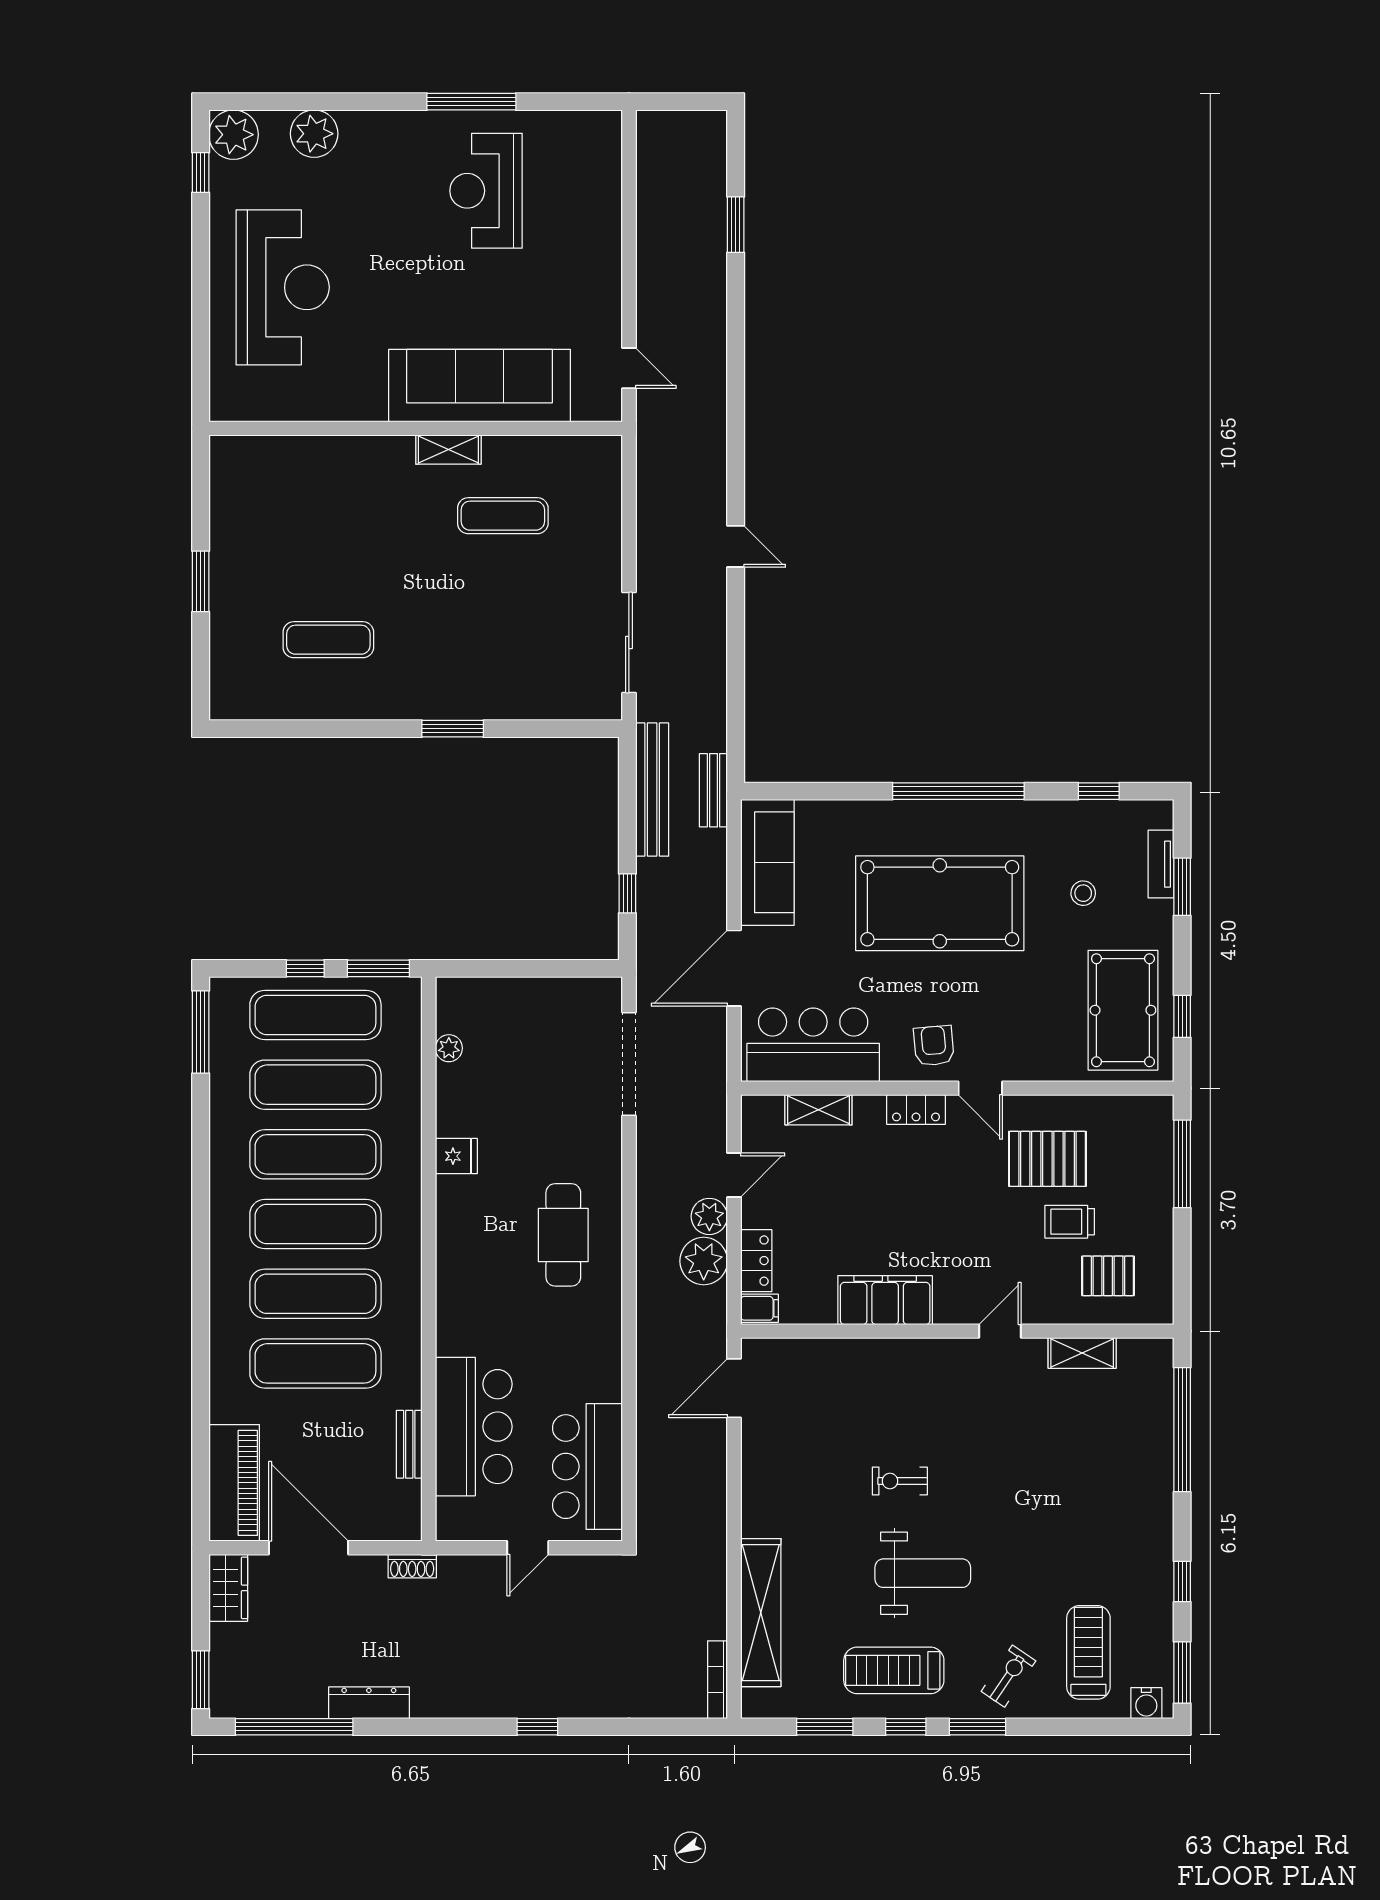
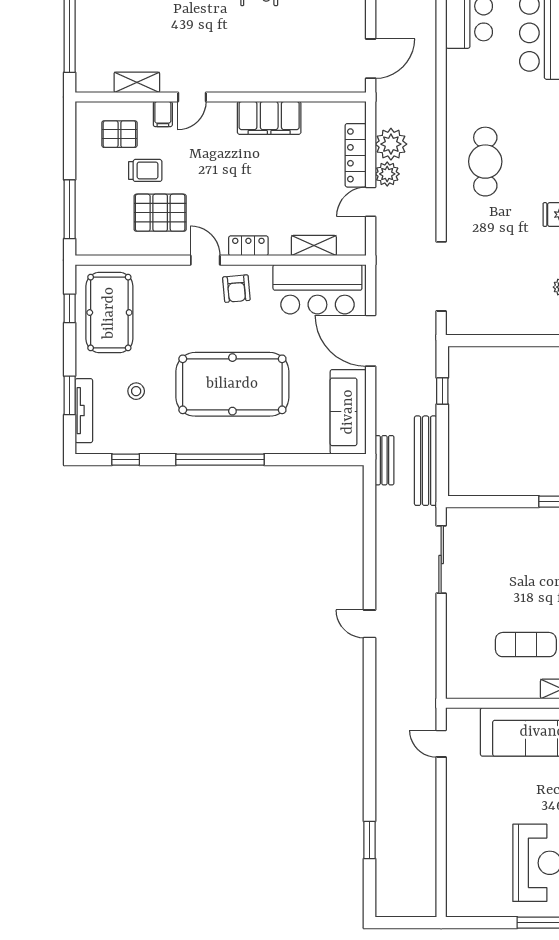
tv unit: (1161, 864) -> (84, 411), width x1.41
door: (734, 968) -> (371, 341), swing flipped
locker: (756, 1261) -> (356, 155), width x1.53
filing cabinet: (759, 1308) -> (163, 114), moved, turned -90

